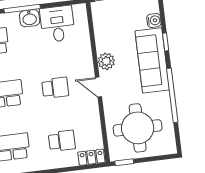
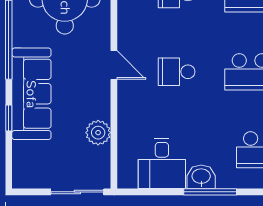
water cooler: (154, 20) -> (22, 151), removed
plant: (106, 61) -> (98, 133), moved

